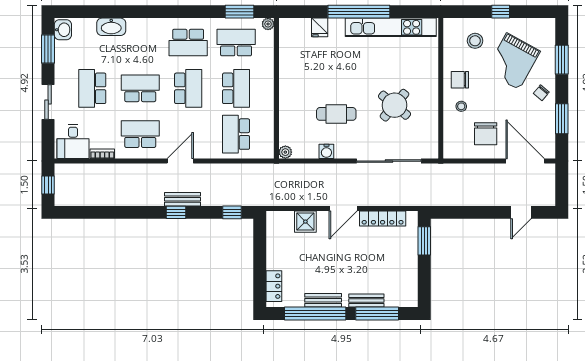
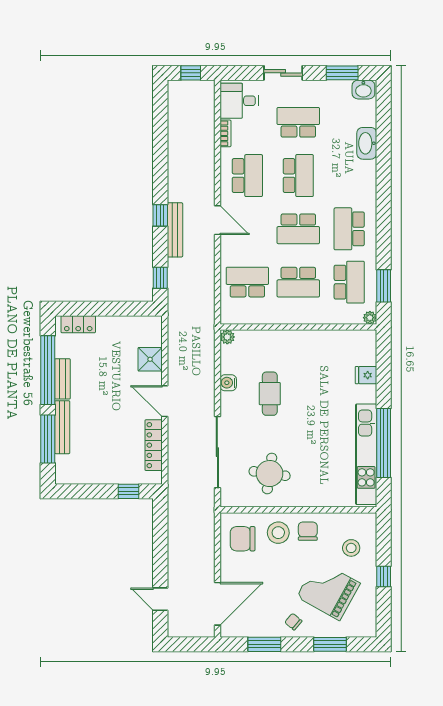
window: (359, 12) -> (384, 443), moved
round table: (395, 105) -> (270, 474), moved, turned -32
stool: (461, 106) -> (278, 533), width x1.89, depth x1.89
chair: (486, 134) -> (243, 539), moved
bench: (183, 199) -> (175, 230), width x1.36
window: (424, 241) -> (129, 491), width x0.67
bench: (366, 301) -> (62, 427), width x1.36

